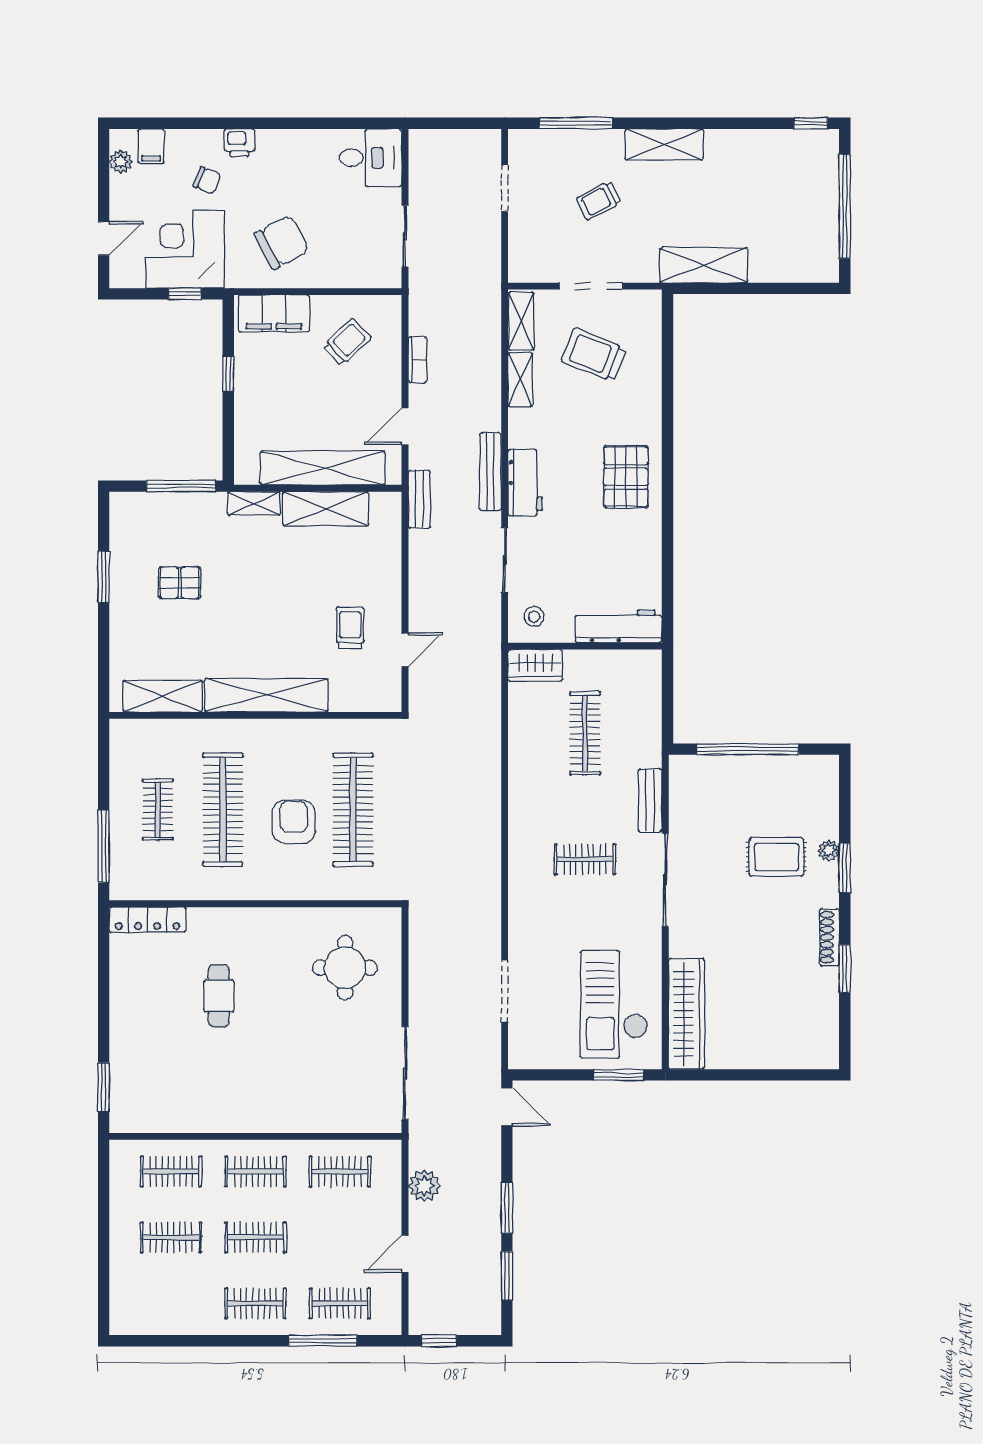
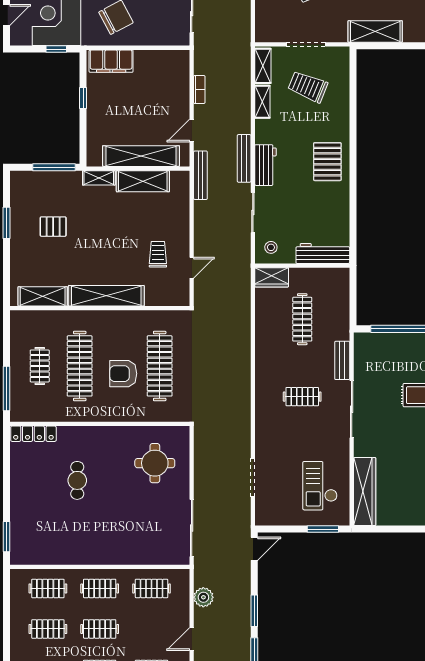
trolley: (347, 342) -> (156, 79), removed
bench: (419, 499) -> (200, 175), width x1.36
armchair: (294, 822) -> (123, 374), turned -90
checkout: (614, 1004) -> (320, 486), width x0.73, depth x0.83
door: (507, 1107) -> (254, 549), hinge flipped

